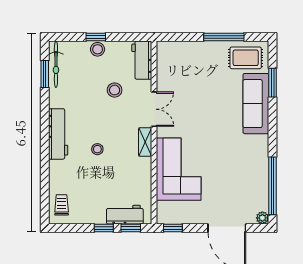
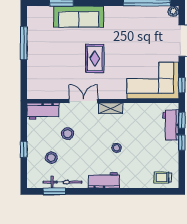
stool: (98, 49) -> (51, 158), moved
rug: (246, 58) -> (95, 58), moved
bicycle: (56, 64) -> (63, 182), moved
workbench: (58, 134) -> (104, 180), width x0.73
corner sofa: (179, 169) -> (153, 81), moved

